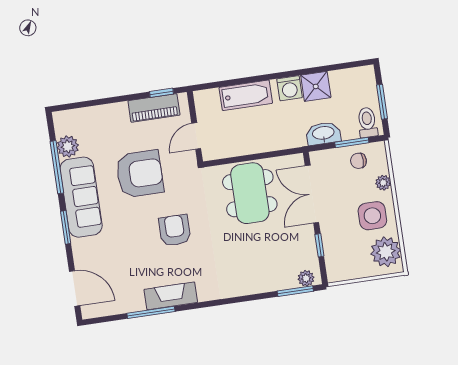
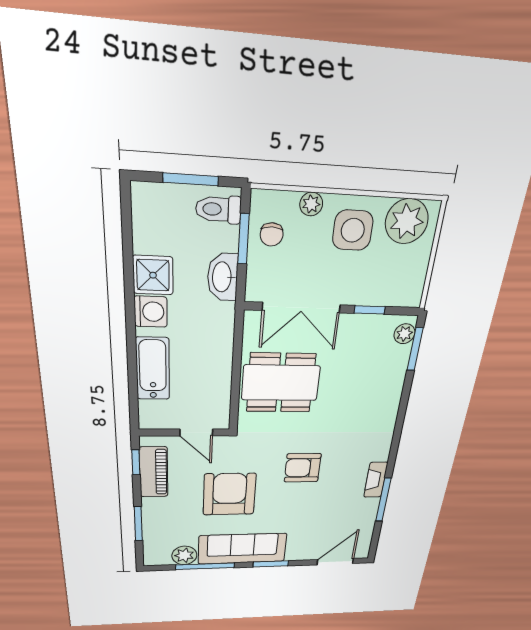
window: (99, 102) -> (138, 524), added
fireplace: (171, 296) -> (376, 480), width x0.73, depth x0.76

